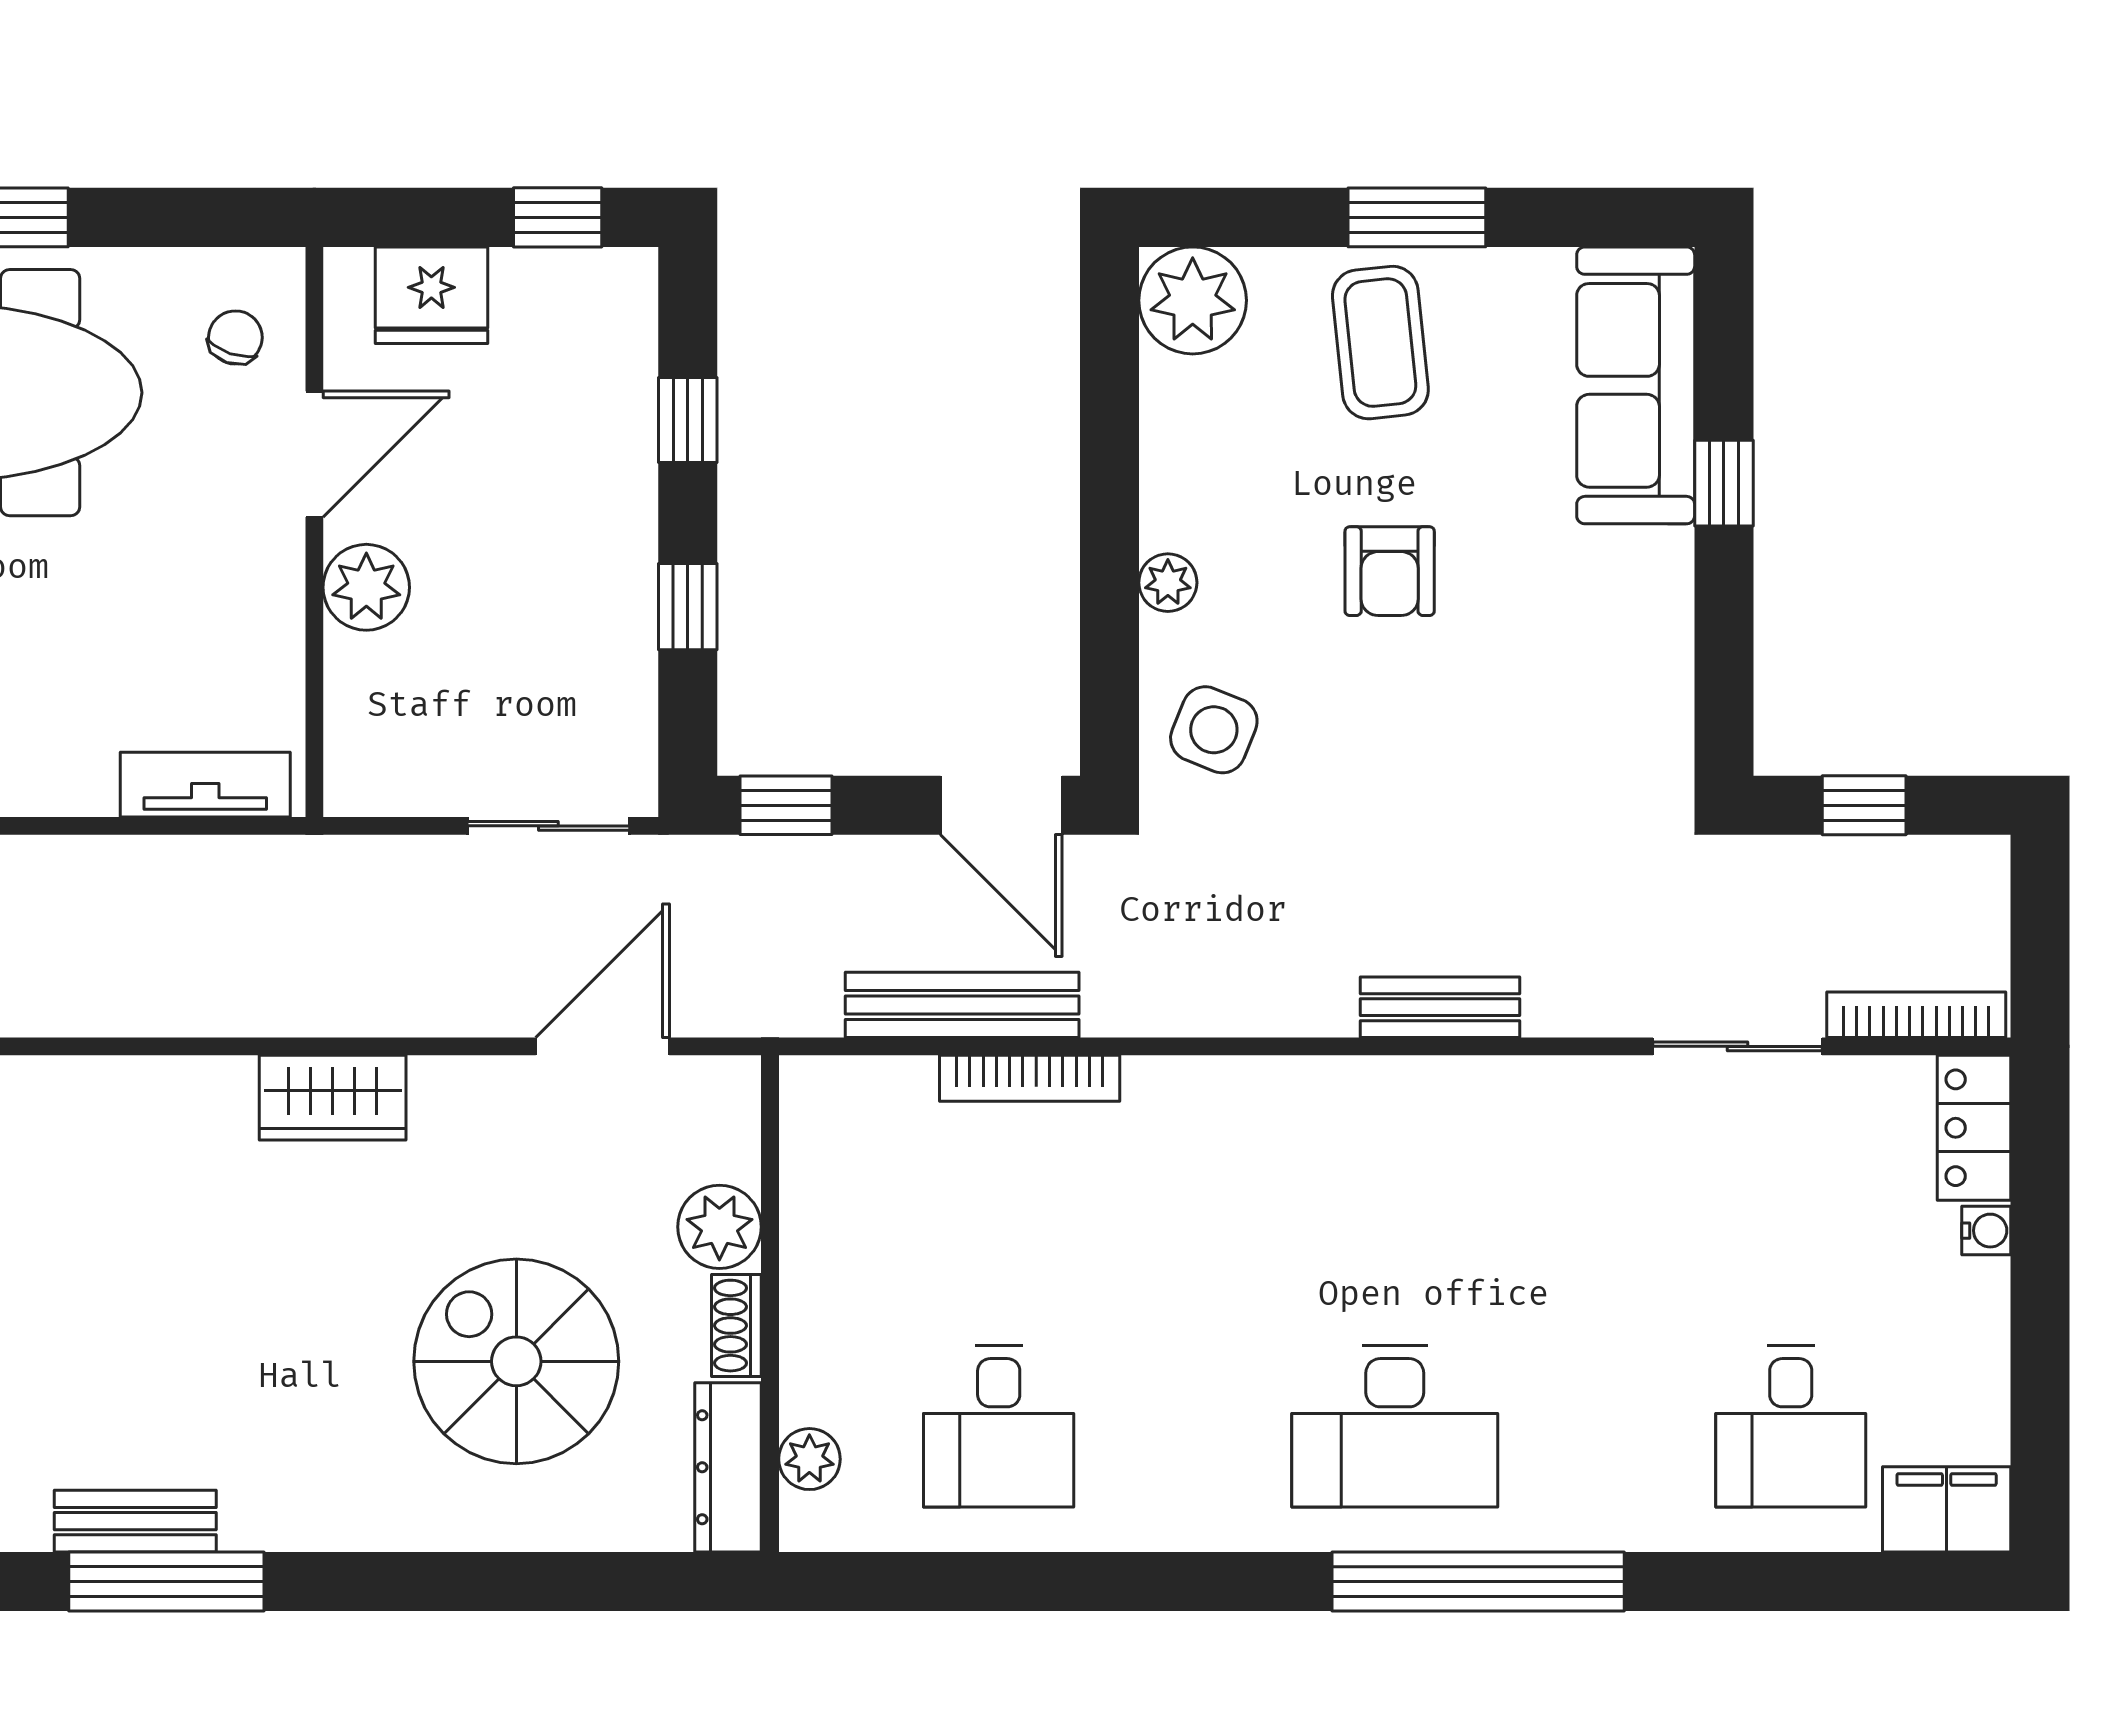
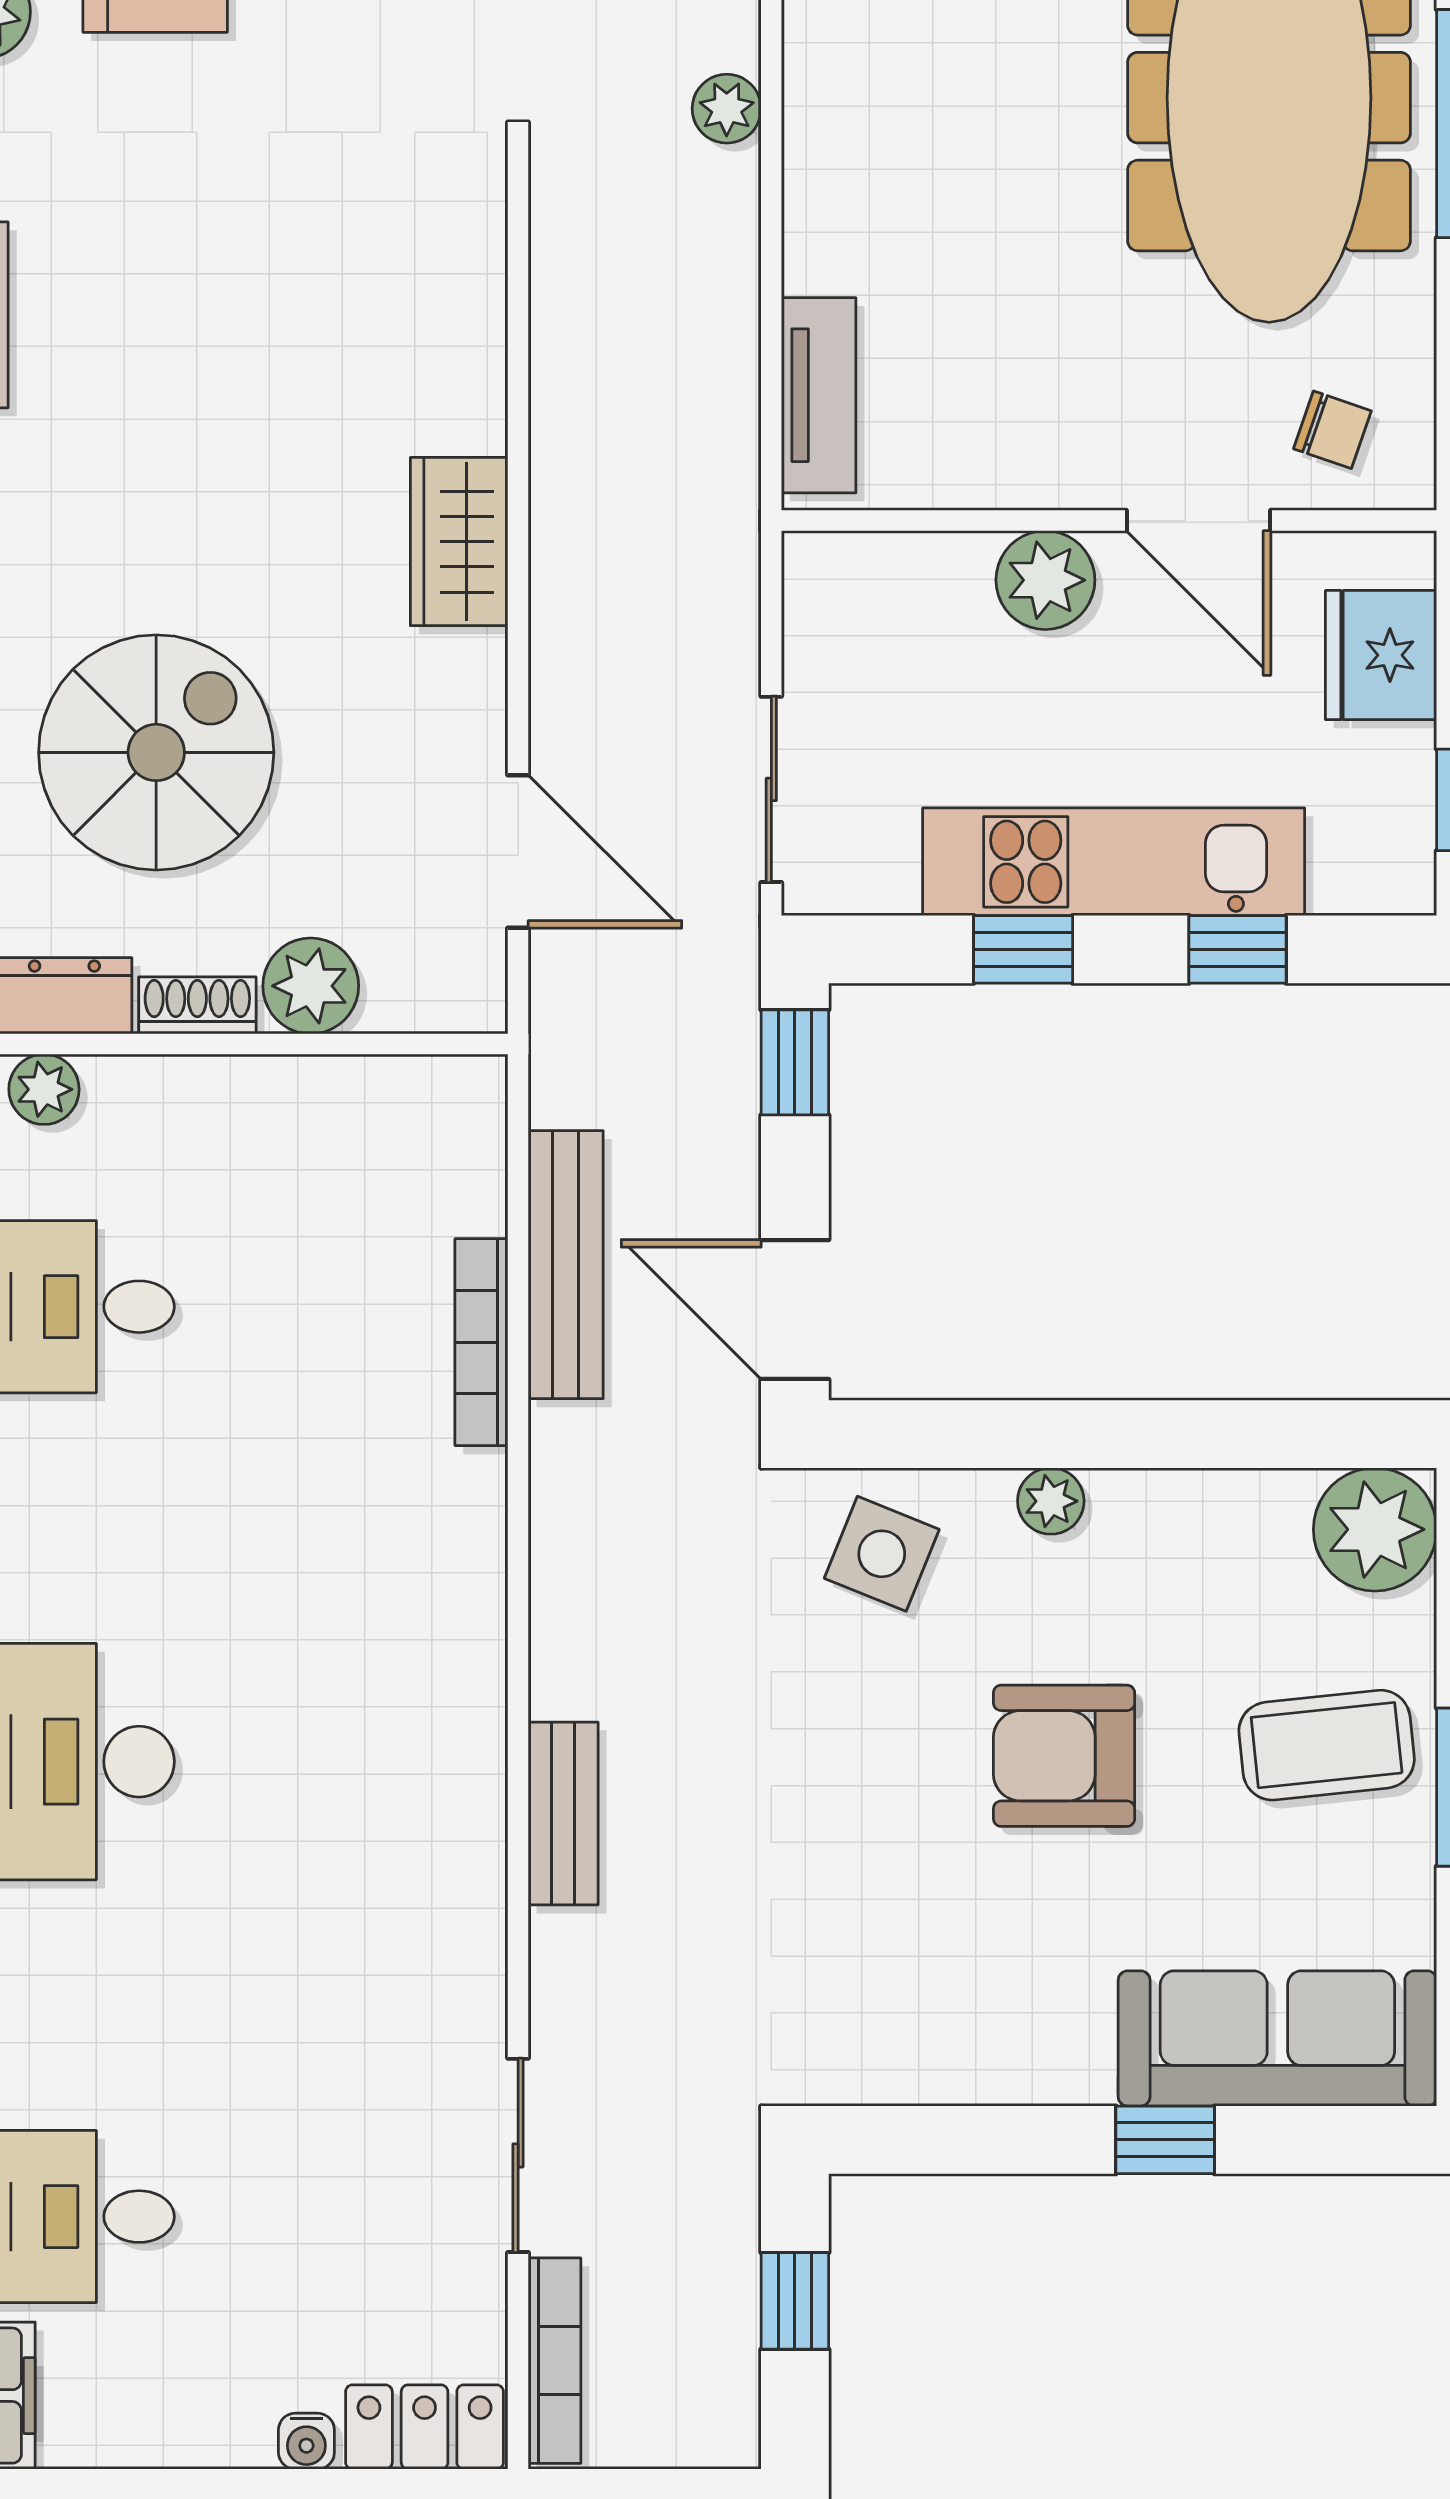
kitchen unit: (611, 528) -> (1114, 862), added
armchair: (1390, 571) -> (1064, 1756), width x1.38, depth x1.38
door: (1001, 805) -> (795, 1310), hinge flipped

